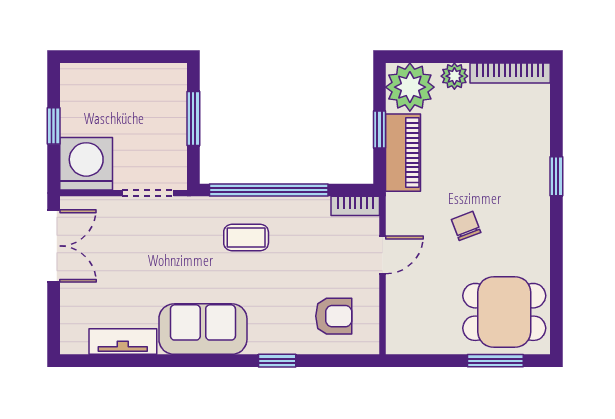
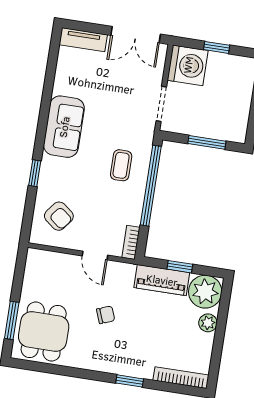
bookcase: (510, 73) -> (181, 378), moved, turned 90
armchair: (334, 316) -> (59, 216), turned -52
tv unit: (123, 342) -> (83, 40), moved, turned 90

